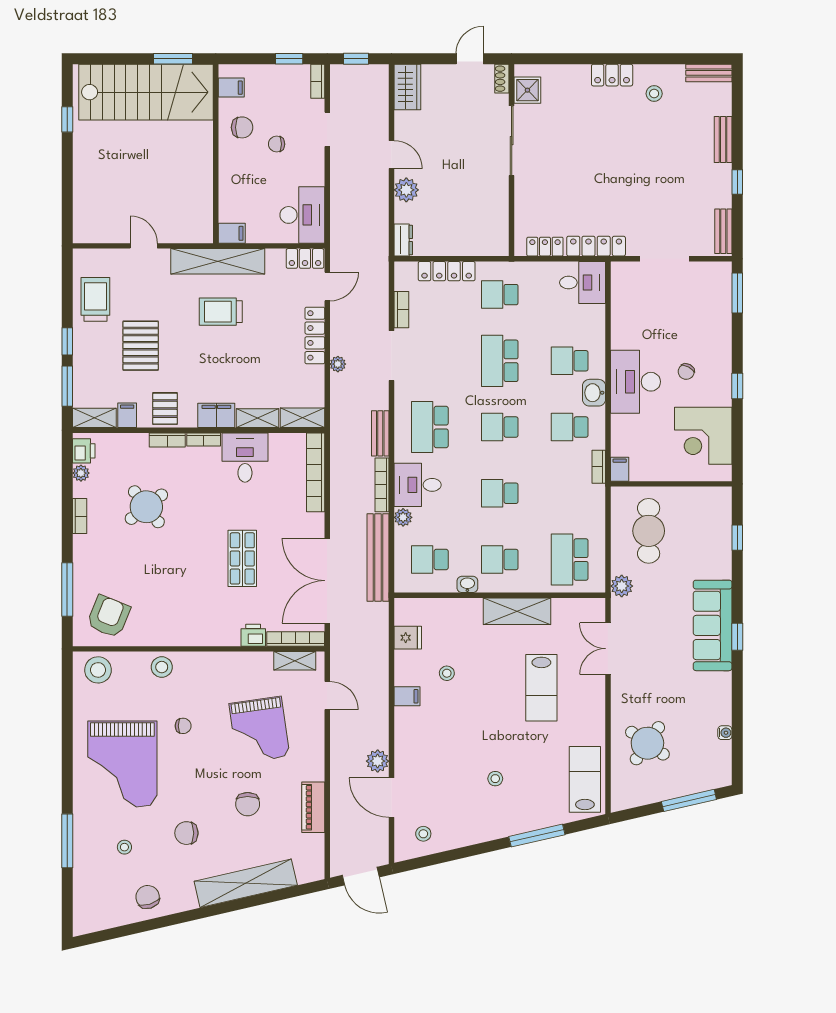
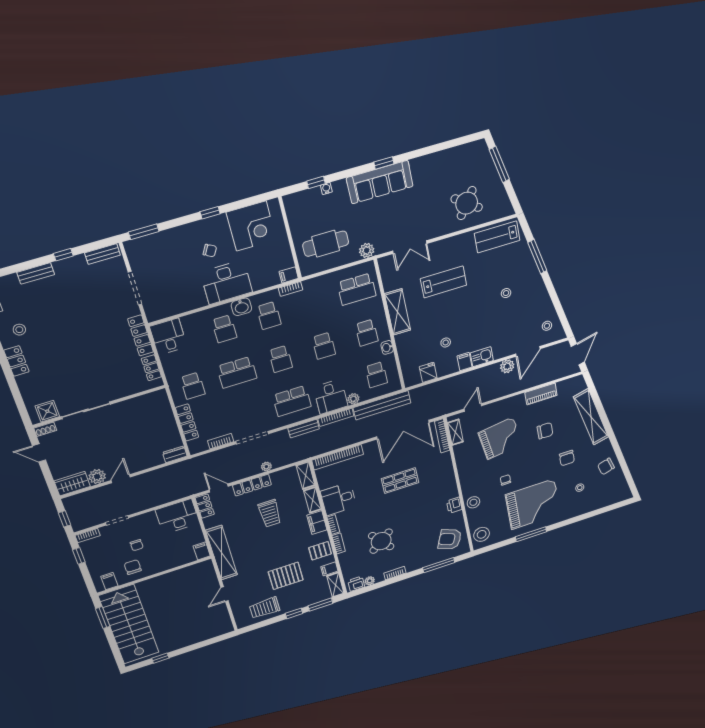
plant: (406, 190) -> (97, 477), moved
trolley: (221, 312) -> (270, 513), moved
printer: (253, 635) -> (454, 505), moved
kitchen sink: (406, 724) -> (482, 357), added
water cooler: (725, 733) -> (326, 189), moved
window: (67, 841) -> (531, 534), moved

